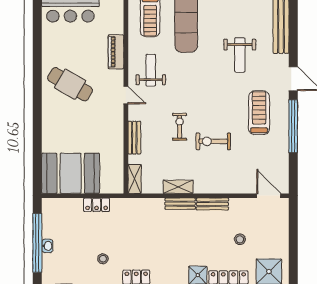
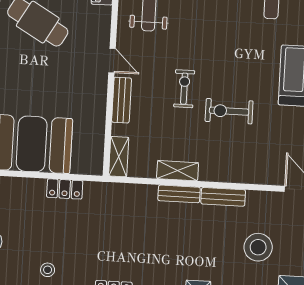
door: (126, 95) -> (112, 61), moved
stool: (240, 239) -> (258, 247), width x1.89, depth x1.89
stool: (103, 259) -> (48, 270), moved

